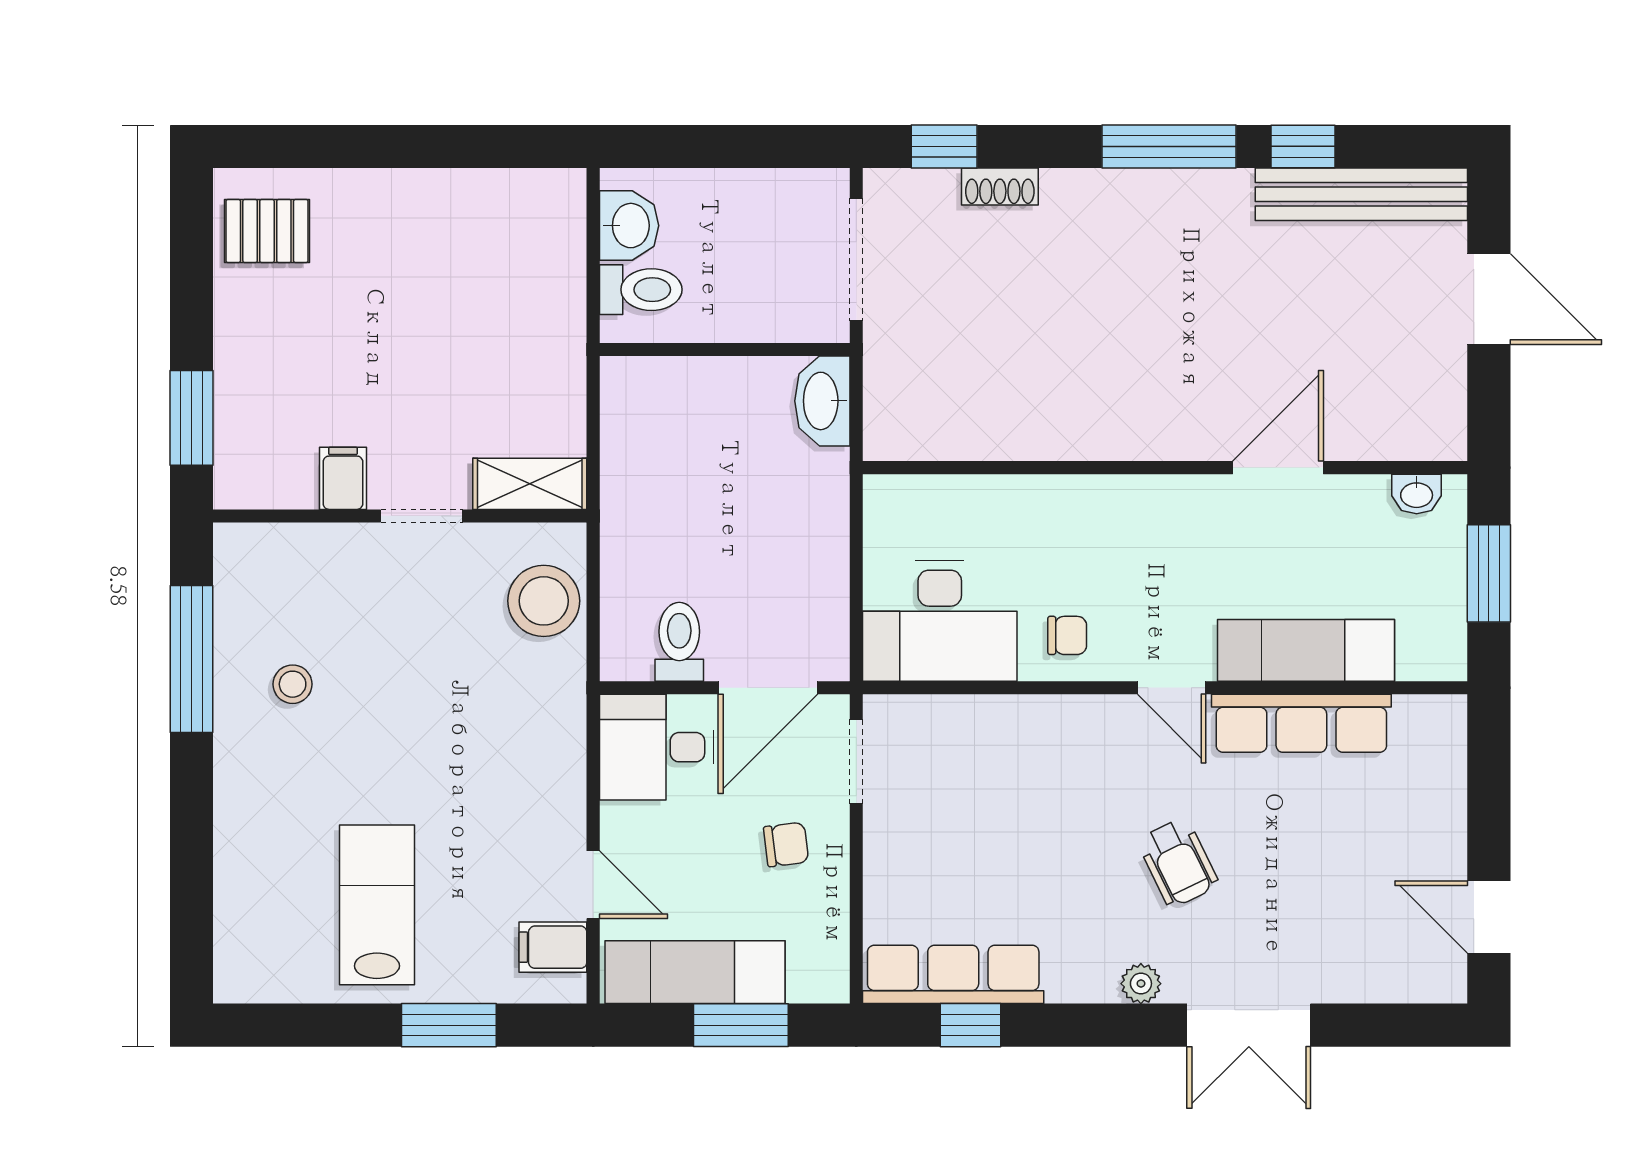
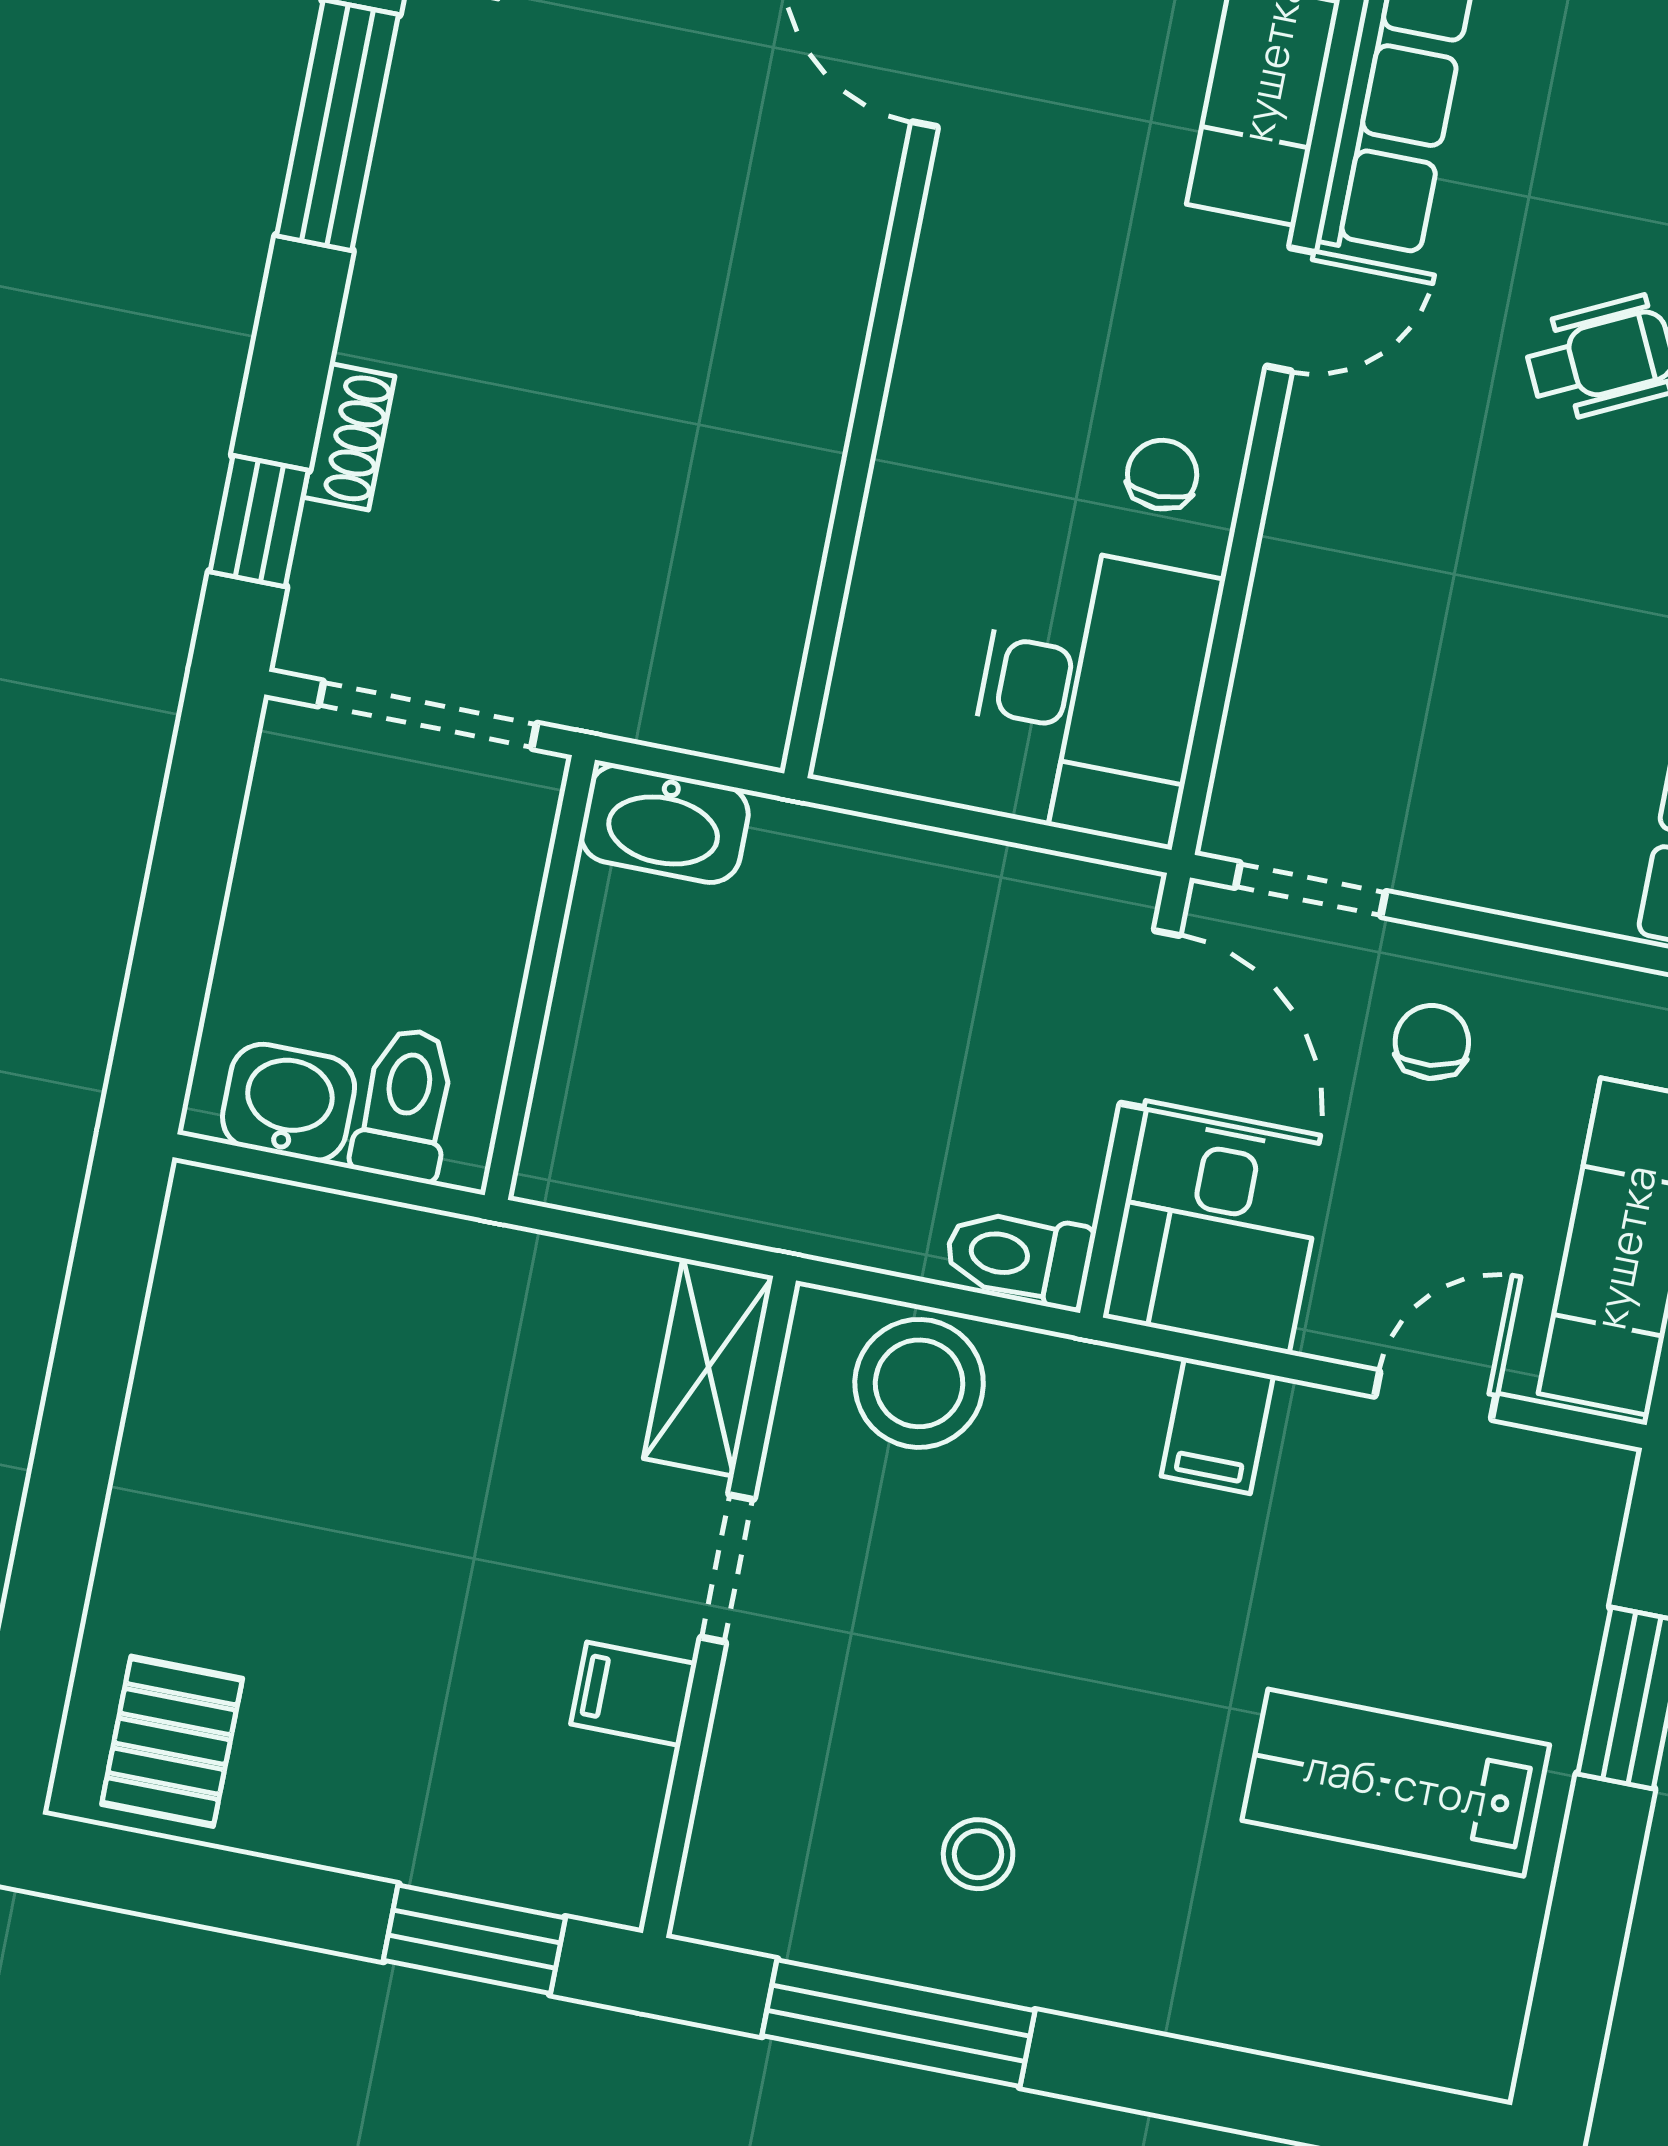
toilet: (679, 642) -> (1019, 1257), moved
filing cabinet: (553, 947) -> (1217, 1426), moved

